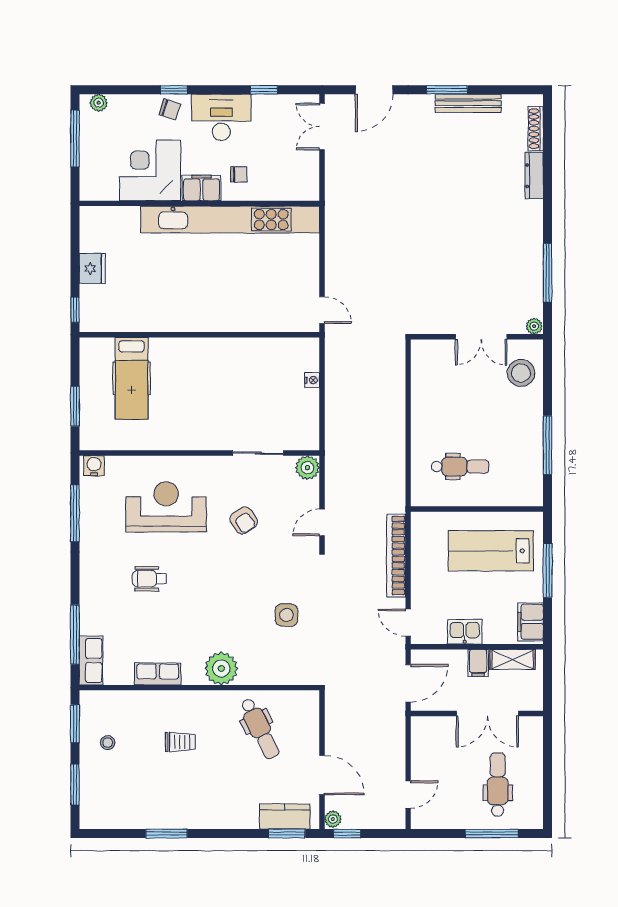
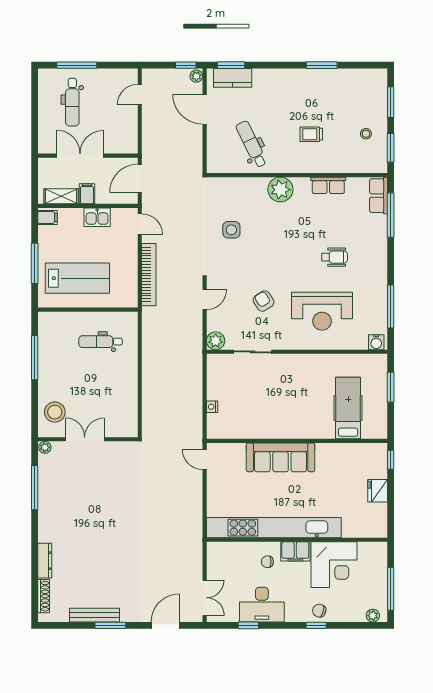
desk: (221, 117) -> (262, 605), moved
sofa: (221, 313) -> (281, 457), added
filing cabinet: (530, 622) -> (48, 218), width x0.50

